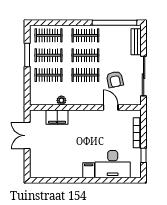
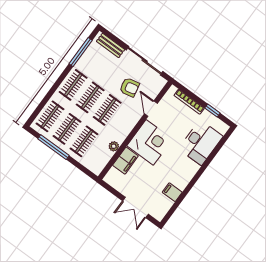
window: (114, 23) -> (81, 52), width x0.68
window: (27, 55) -> (53, 147), width x1.44
door: (111, 108) -> (151, 109), hinge flipped
corner desk: (84, 125) -> (150, 142), added
double door: (27, 136) -> (135, 207), moved
filing cabinet: (89, 170) -> (172, 192), moved

